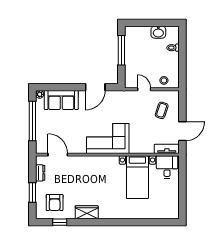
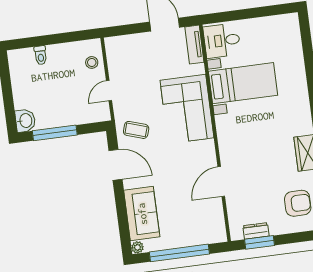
washbasin: (158, 32) -> (25, 121), moved
coffee table: (162, 110) -> (136, 130), moved
corner sofa: (108, 138) -> (187, 109), moved
door: (58, 155) -> (221, 181), moved
window: (32, 193) -> (260, 242), moved

